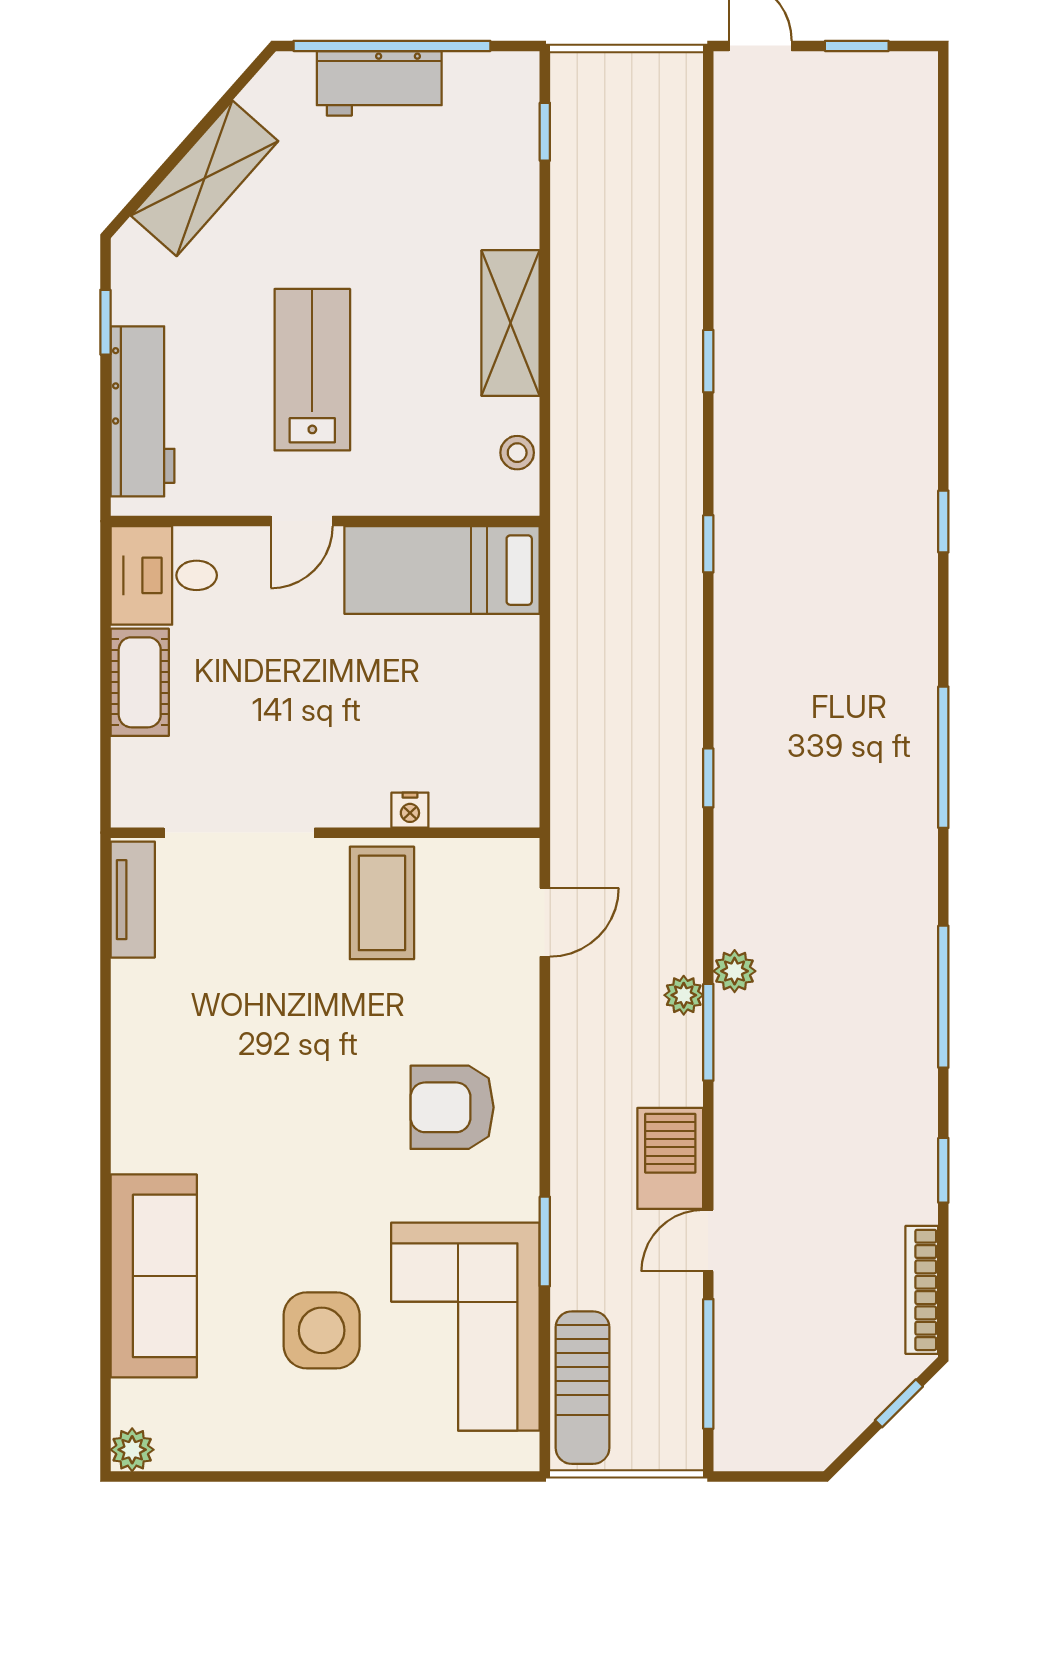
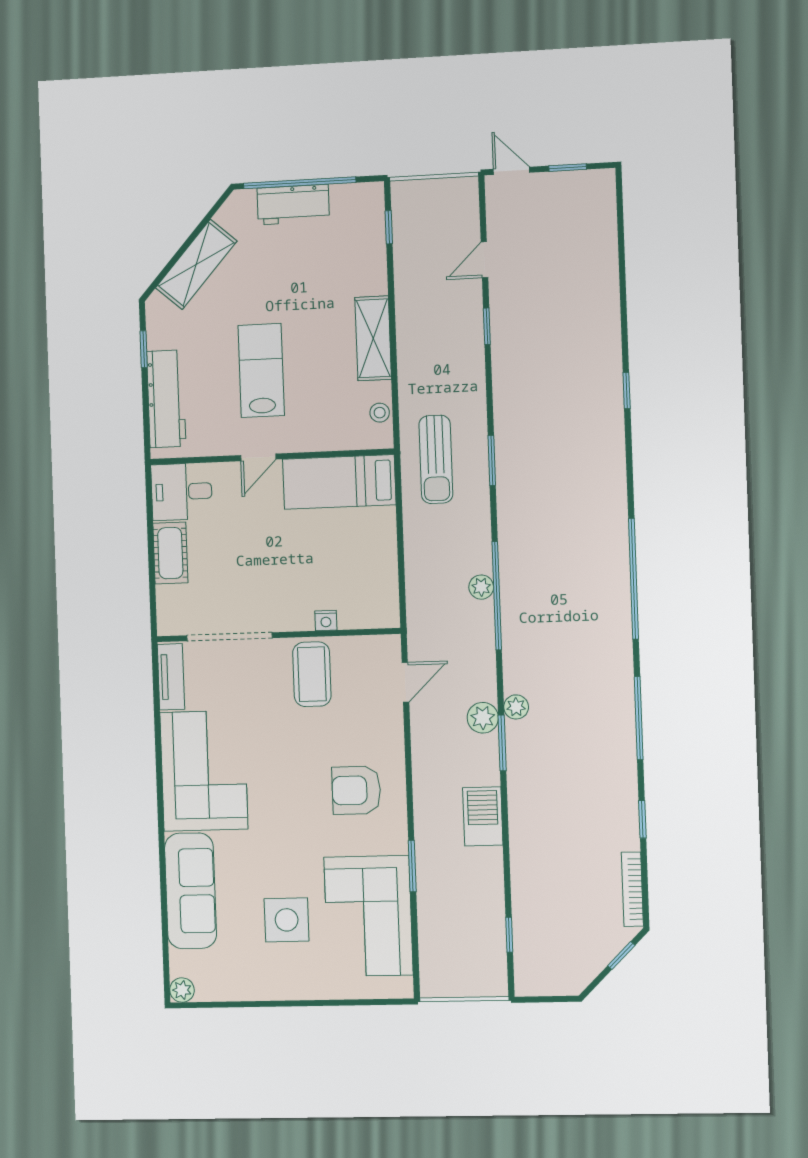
window: (708, 361) -> (487, 326), moved
window: (943, 522) -> (627, 390), moved
window: (708, 544) -> (492, 460), width x1.50
window: (943, 757) -> (634, 579), width x1.46
plant: (682, 762) -> (481, 587), added
window: (708, 778) -> (497, 596), width x3.17
plant: (684, 995) -> (483, 718), width x1.38, depth x1.38
corner sofa: (185, 1066) -> (204, 771), added
door: (708, 1241) -> (484, 260), moved
window: (708, 1364) -> (509, 935), width x0.46
sun lounger: (582, 1388) -> (436, 459), moved

